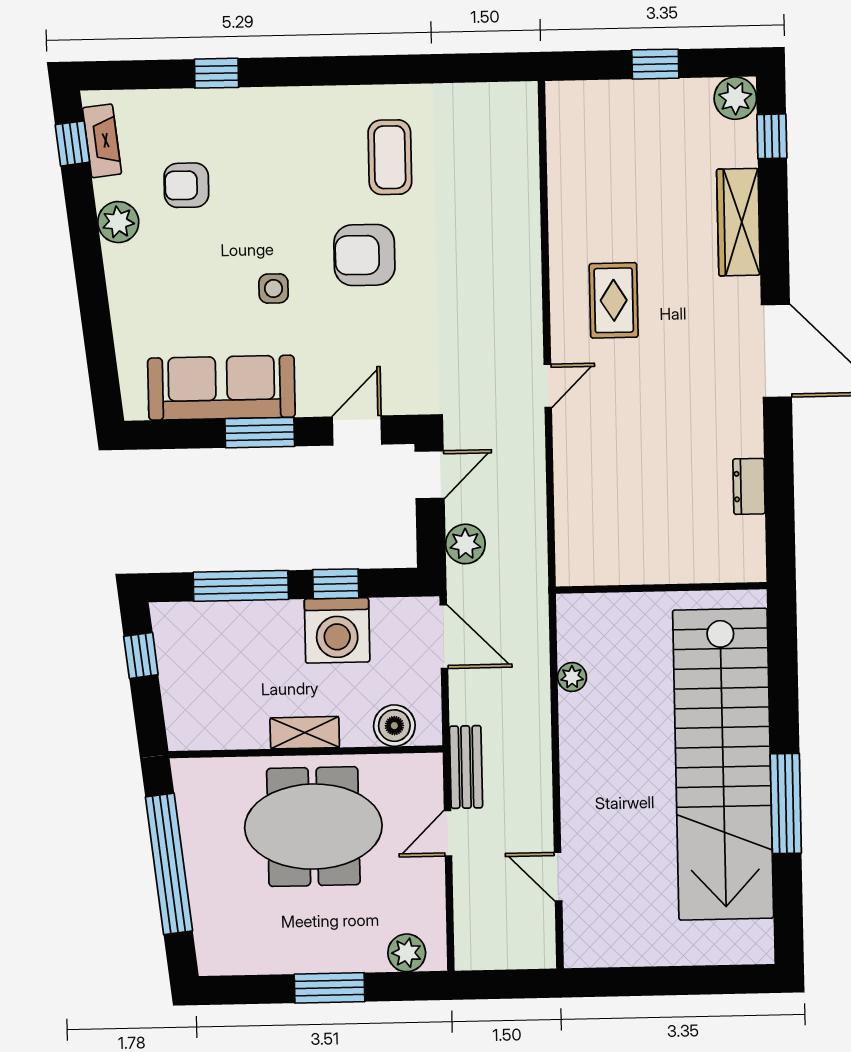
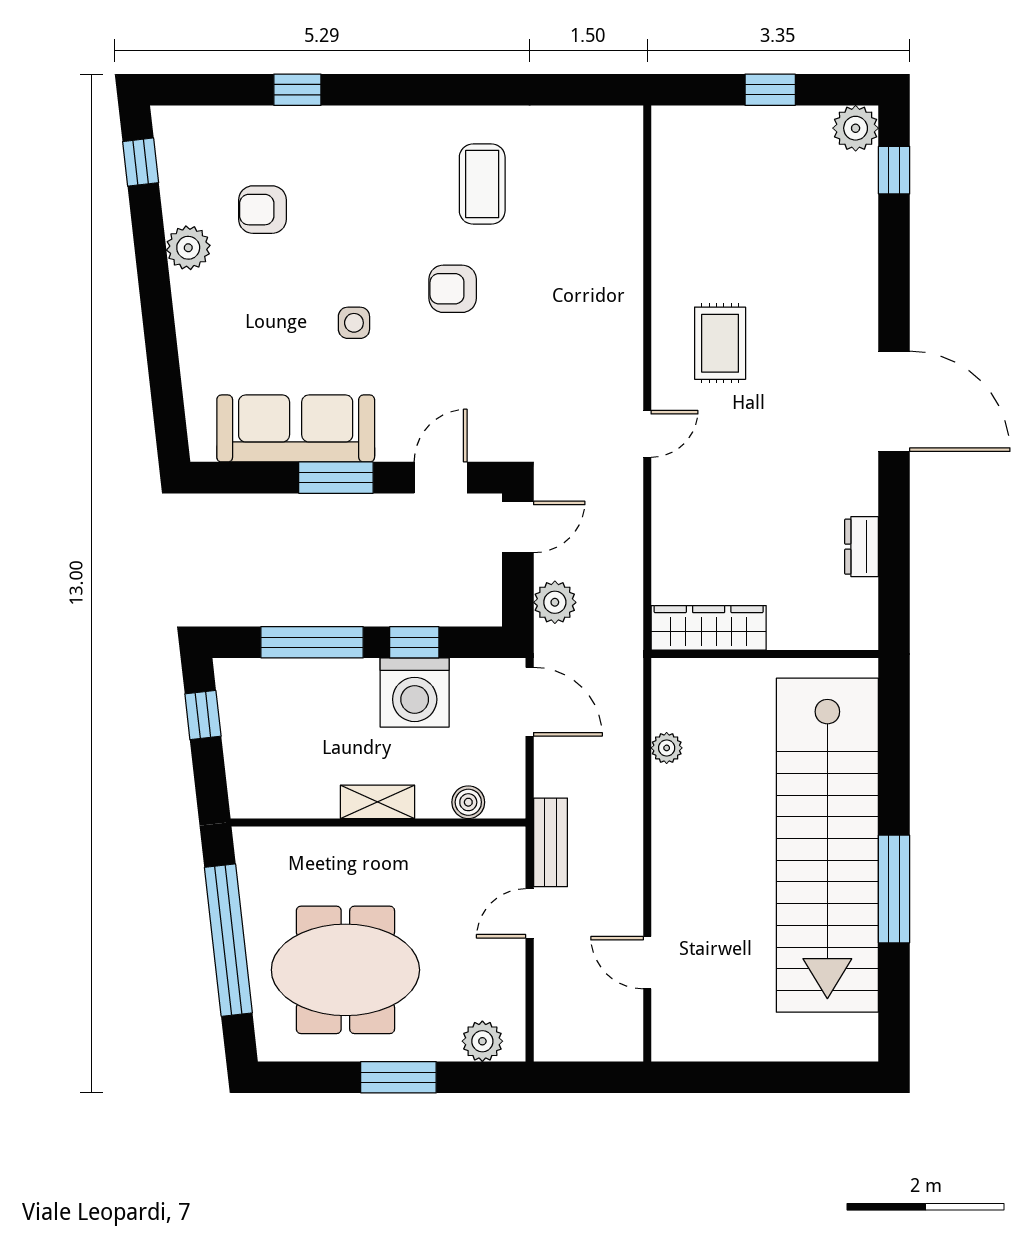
fireplace: (102, 141) -> (173, 160), removed
wardrobe: (738, 222) -> (709, 628), moved, turned 90
armchair: (364, 255) -> (453, 289), width x0.72, depth x0.72
boiler: (394, 726) -> (468, 802), width x0.73, depth x0.73
meeting table: (313, 827) -> (345, 970), moved

